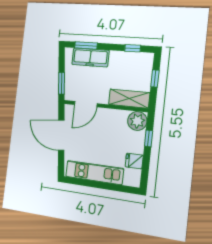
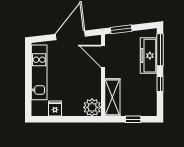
window: (86, 45) -> (160, 50), width x1.44
window: (133, 48) -> (160, 84), moved
window: (149, 138) -> (77, 119), removed

